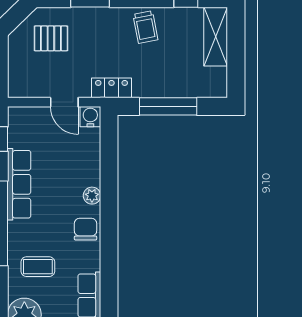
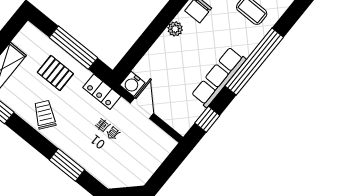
trolley: (145, 27) -> (45, 115), turned -41
pallet: (51, 38) -> (55, 73), moved

